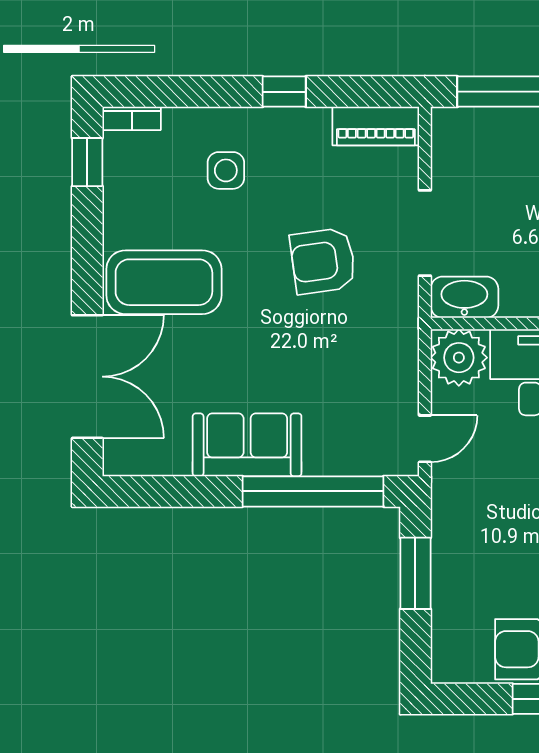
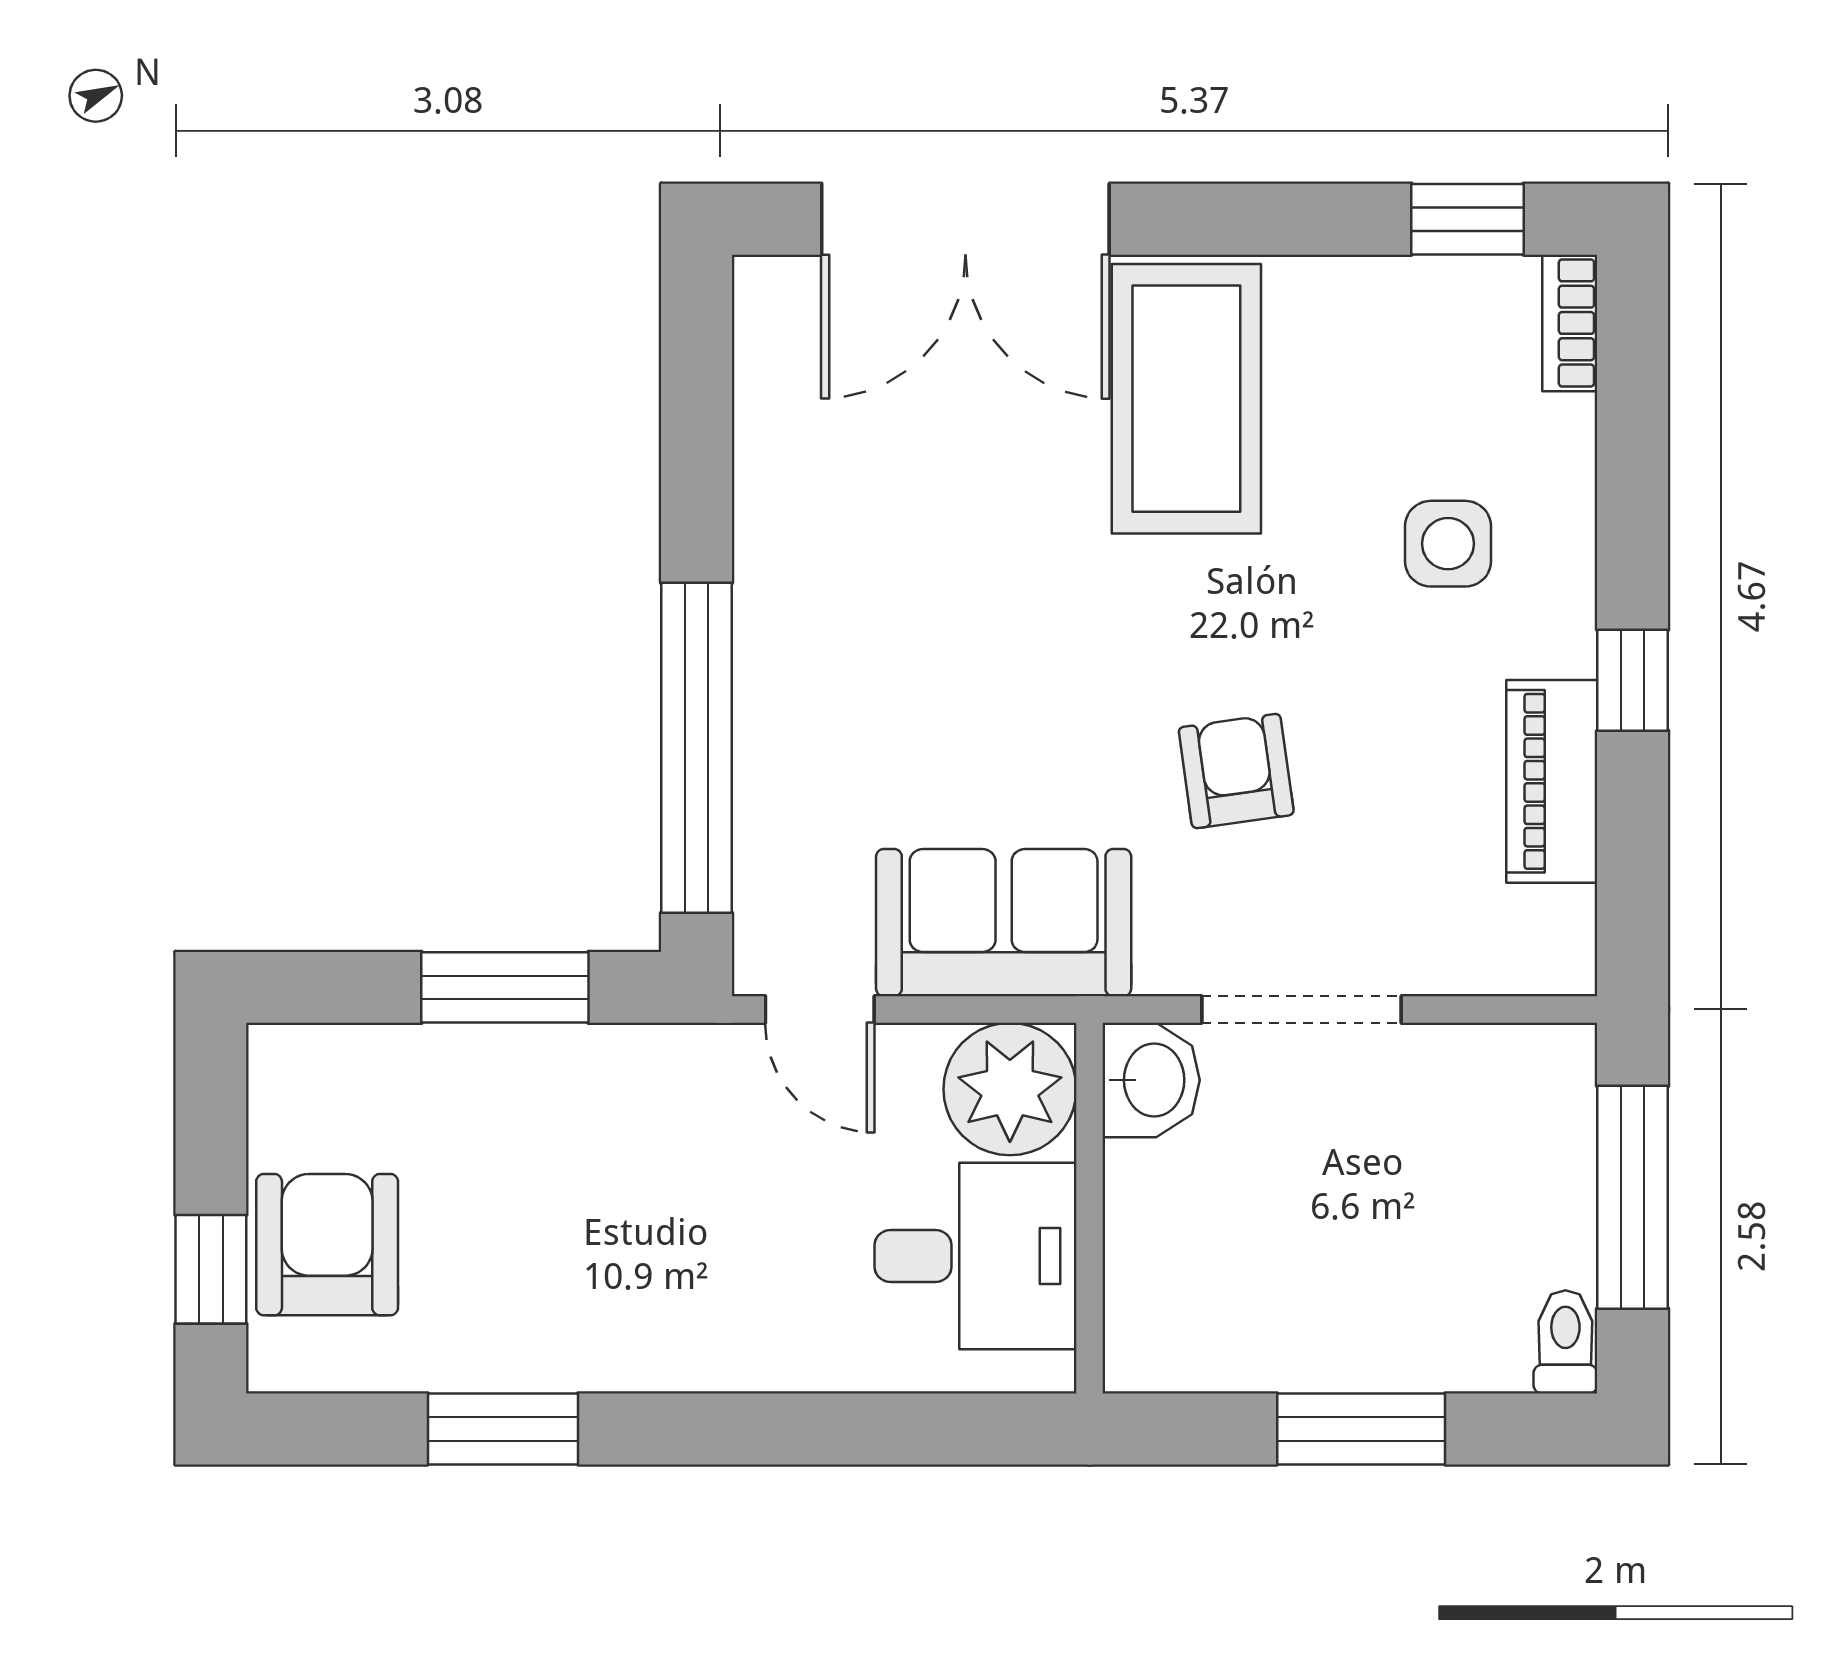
piano: (376, 126) -> (1552, 781), moved
armchair: (323, 261) -> (1236, 771), width x0.72, depth x0.72
washbasin: (464, 297) -> (1151, 1080), width x0.72
sofa: (247, 445) -> (1004, 923), moved, turned -90

